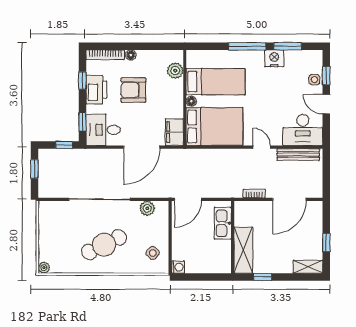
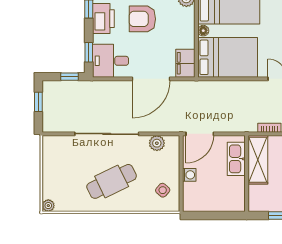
shelving: (243, 250) -> (258, 160), moved
washing machine: (178, 267) -> (189, 175), moved

